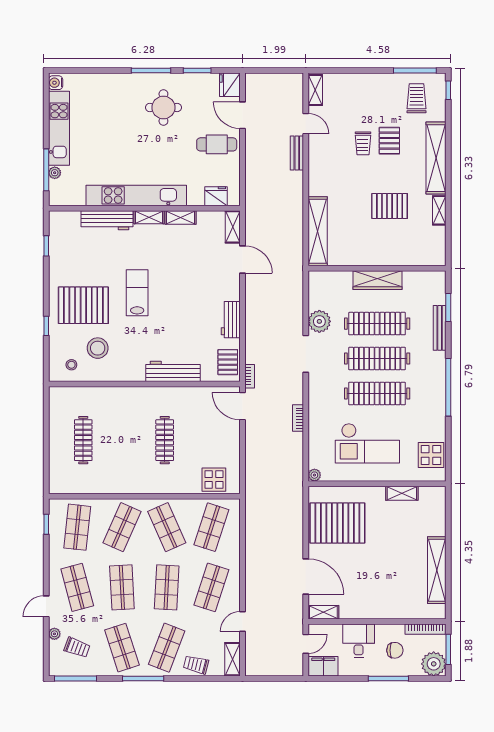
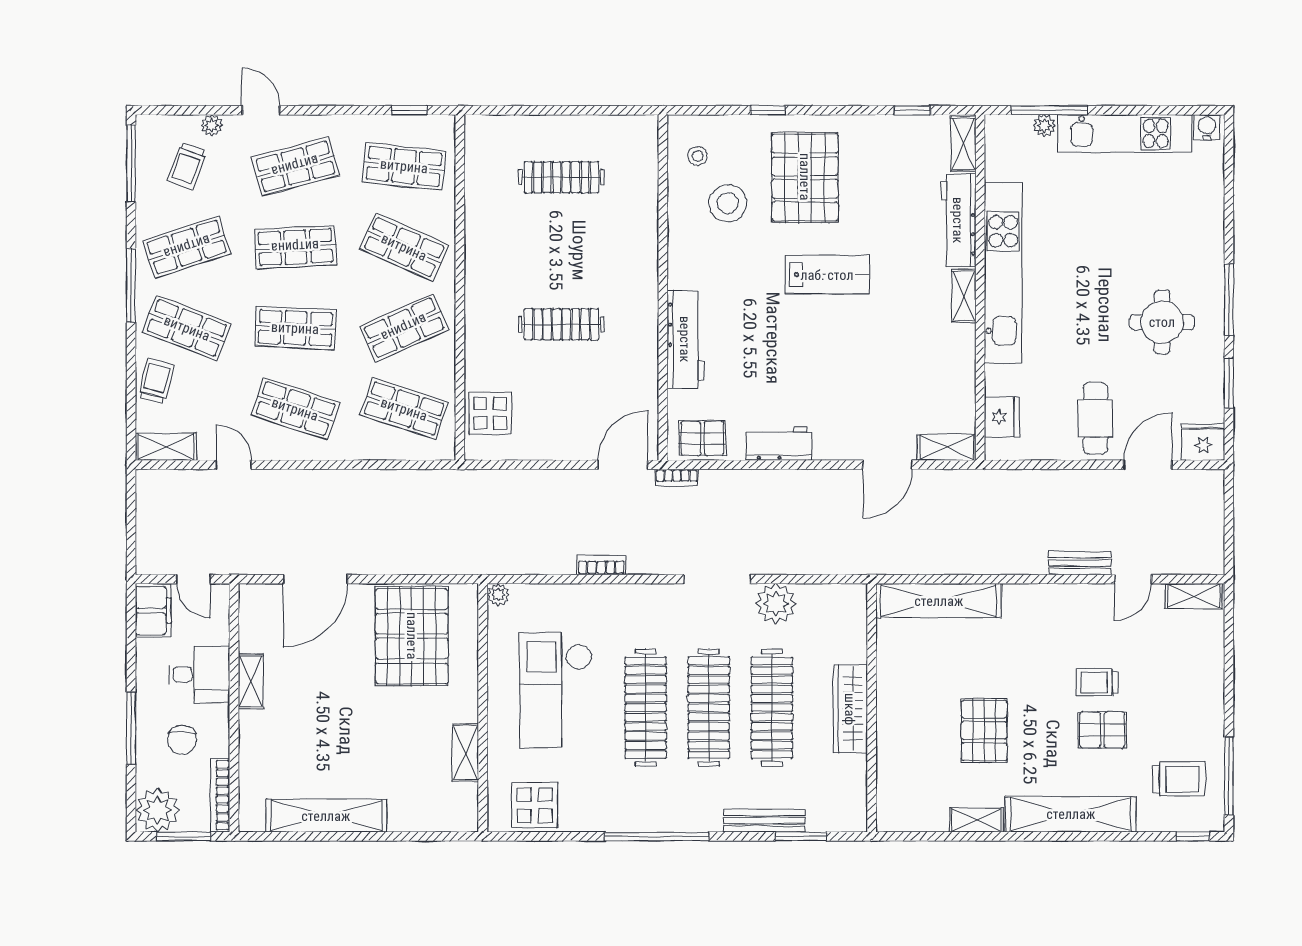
shelving: (180, 217) -> (963, 144), moved
shelving: (323, 612) -> (251, 681), moved

